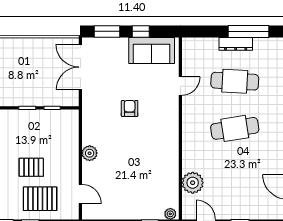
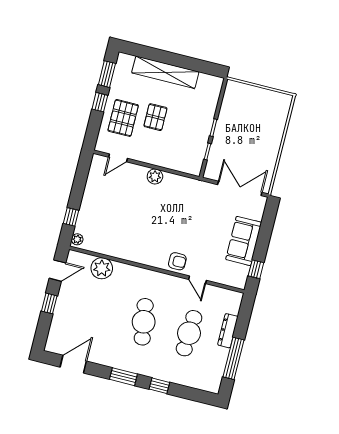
window: (107, 31) -> (268, 222), removed
window: (141, 31) -> (256, 269), moved
dresser: (236, 44) -> (228, 331), moved
sofa: (152, 50) -> (244, 241), moved
armchair: (130, 108) -> (177, 261), moved

